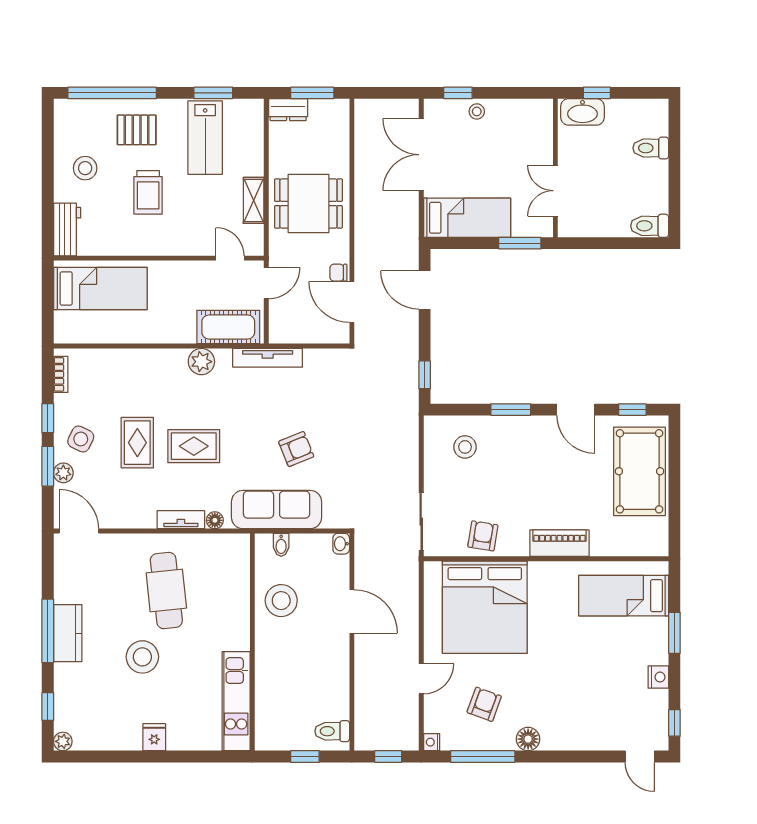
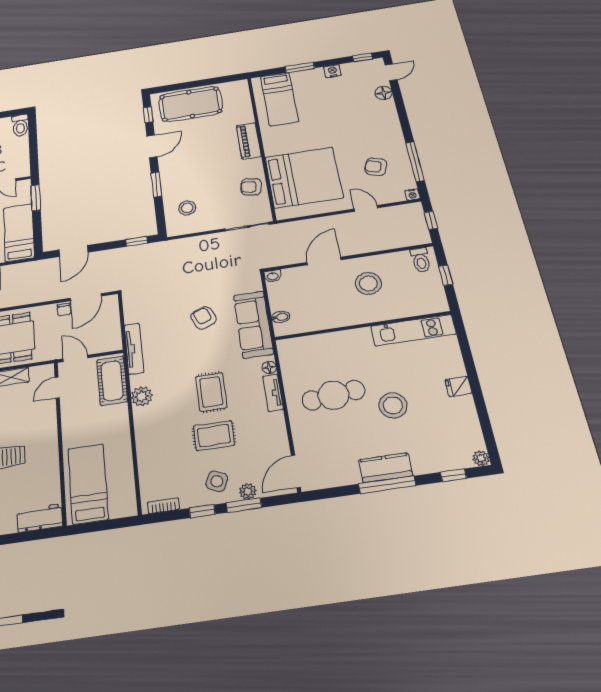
stool: (281, 601) -> (368, 283), moved
floor lamp: (528, 739) -> (384, 93), moved

